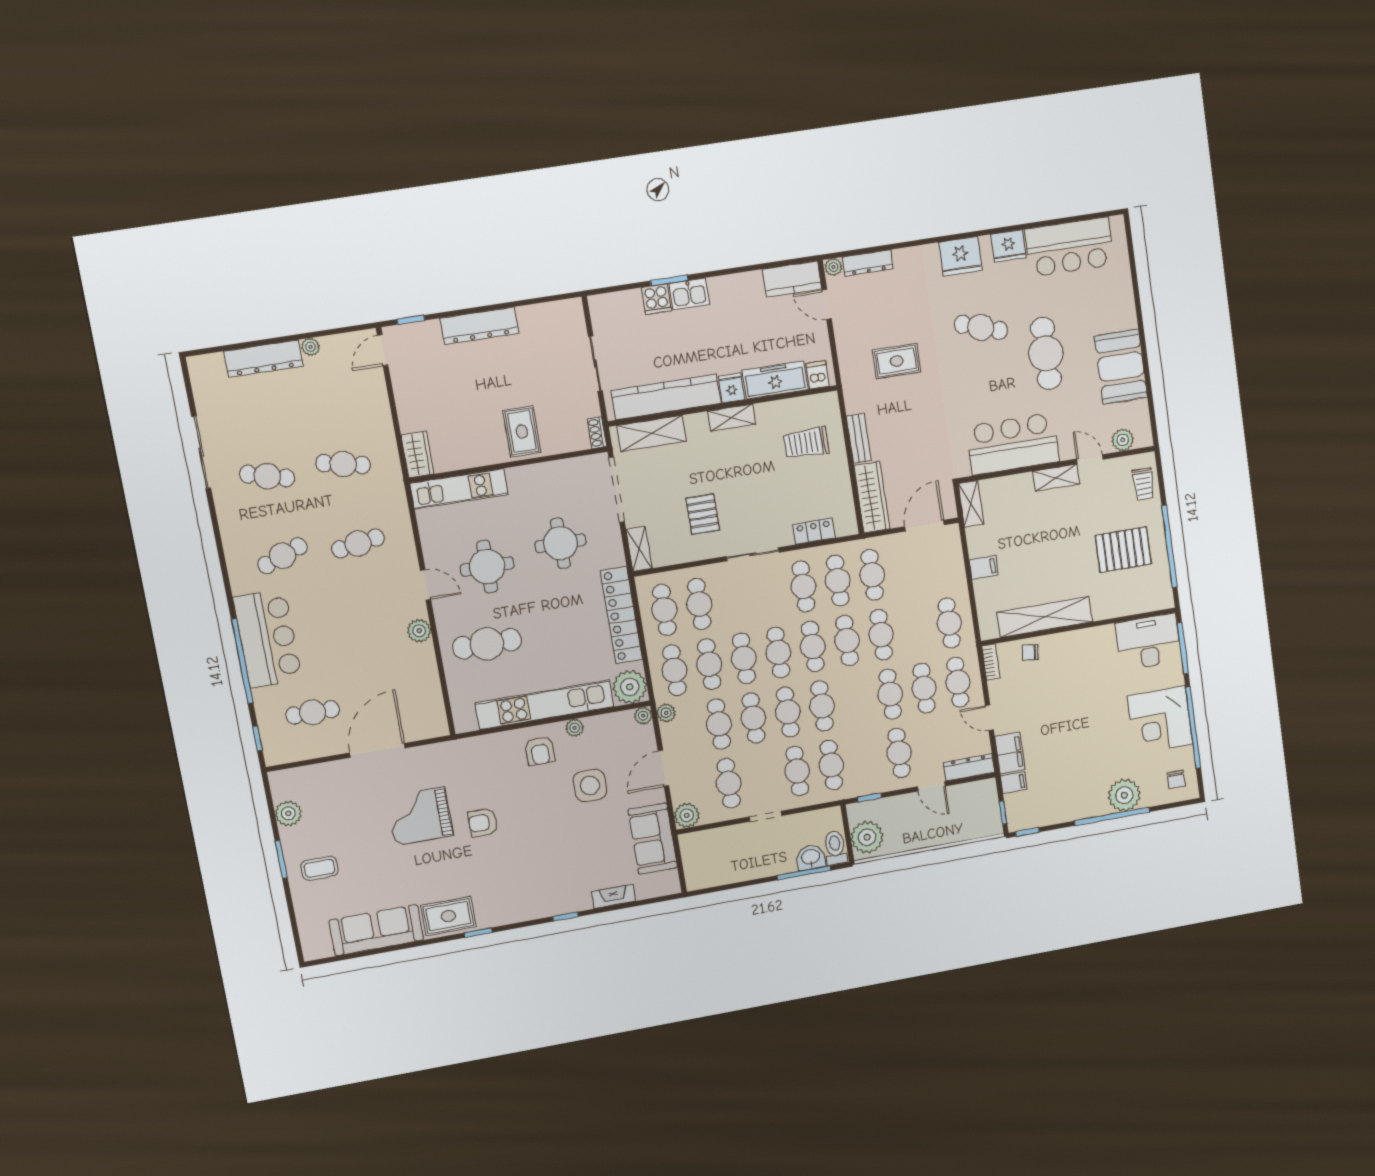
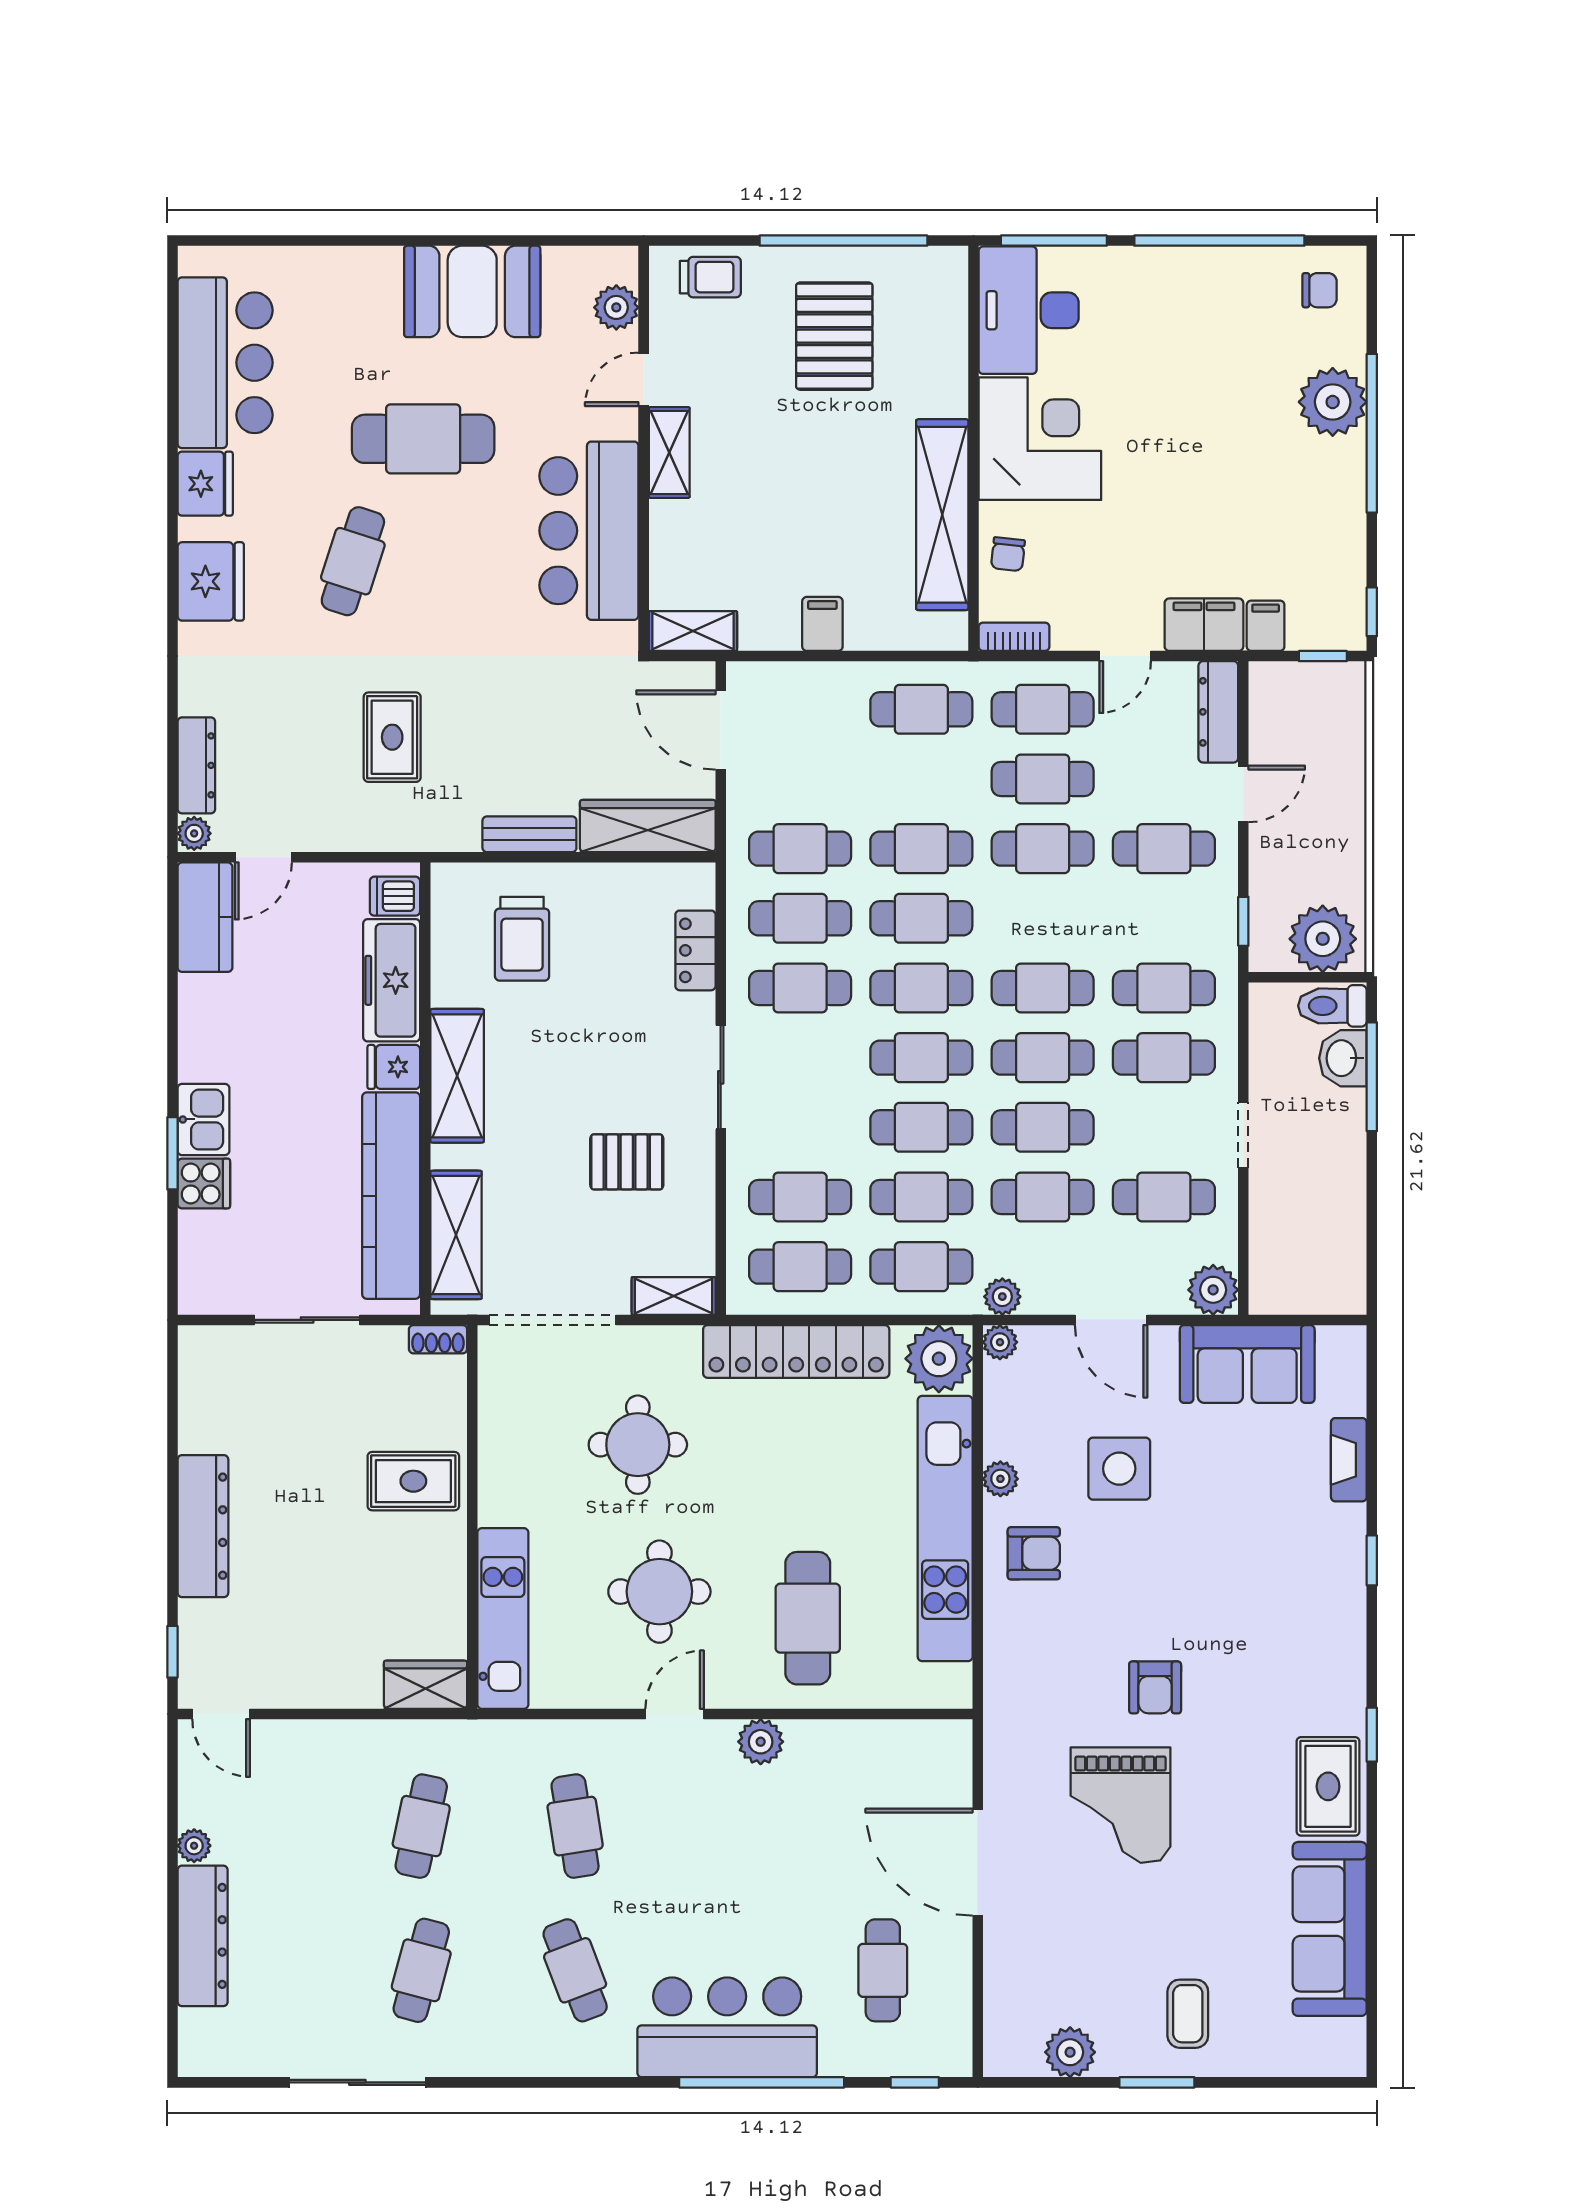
shelving: (732, 418) -> (457, 1076), width x1.50, depth x1.33
corner desk: (1160, 720) -> (1040, 439), moved, turned -90

